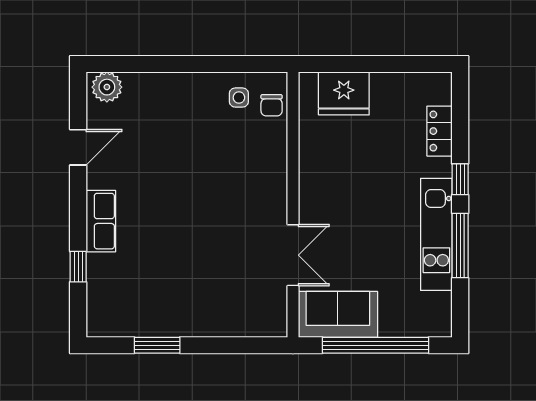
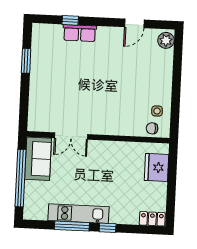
locker: (440, 131) -> (152, 219), moved
door: (78, 147) -> (134, 23), hinge flipped
row of seats: (101, 221) -> (80, 33), moved

